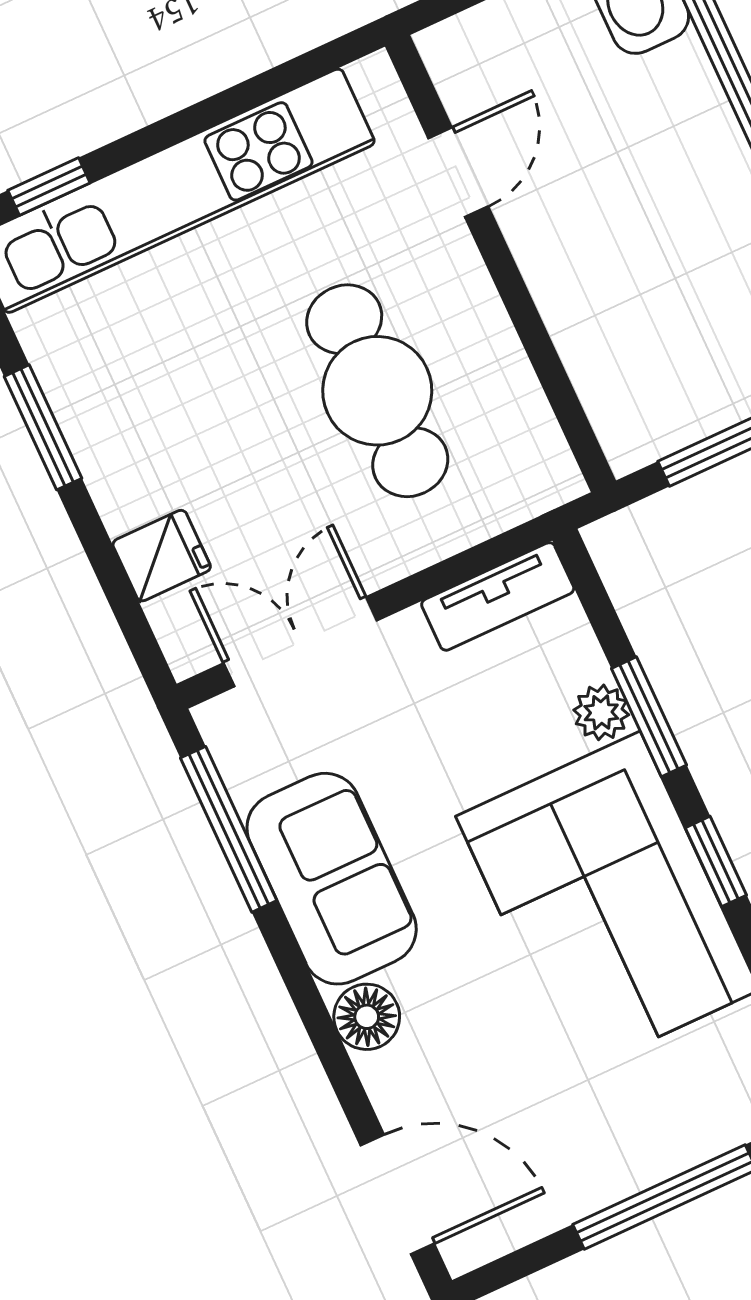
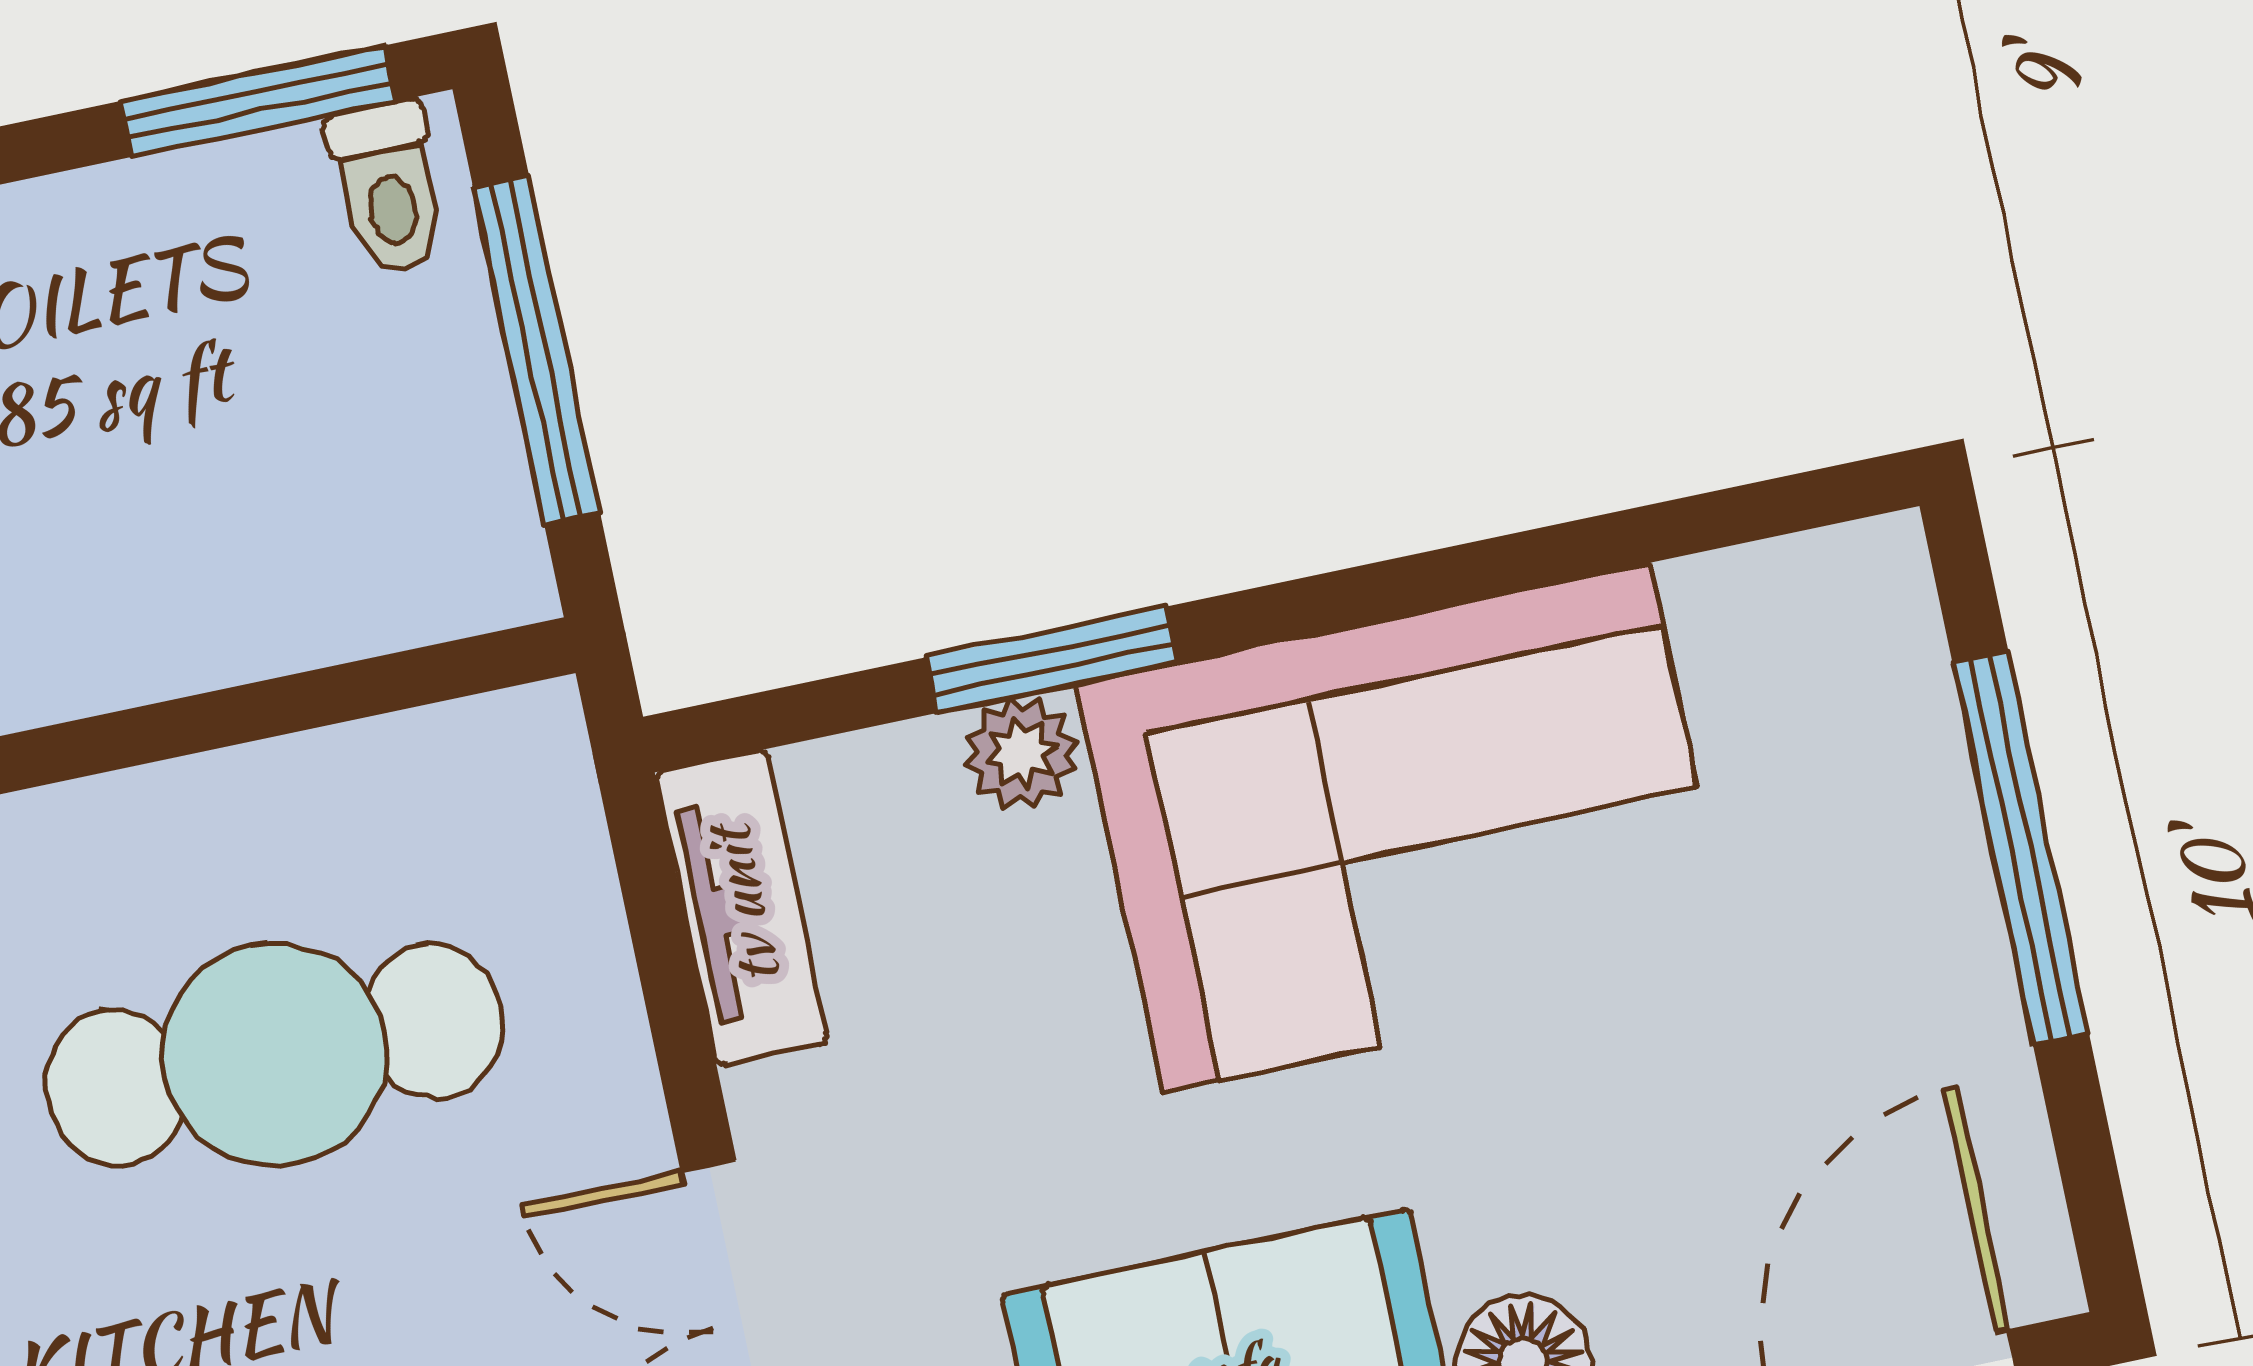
window: (716, 861) -> (1372, 592), removed

